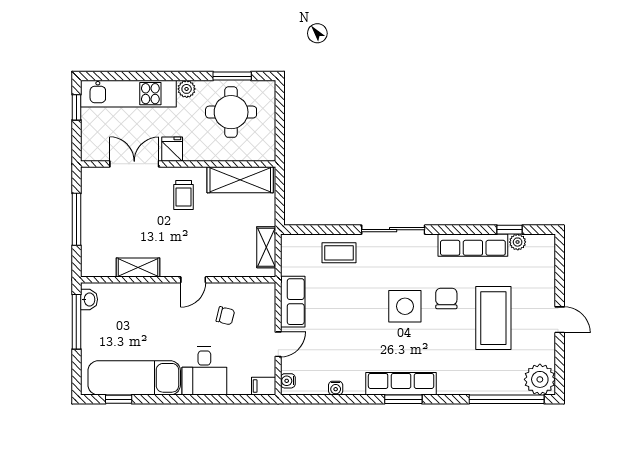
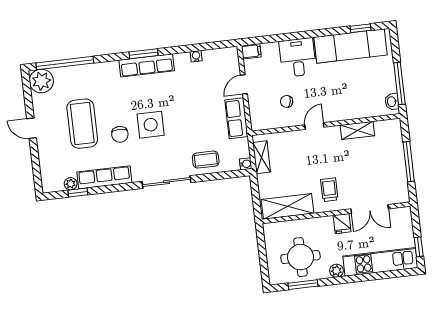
water cooler: (288, 381) -> (246, 164), moved

